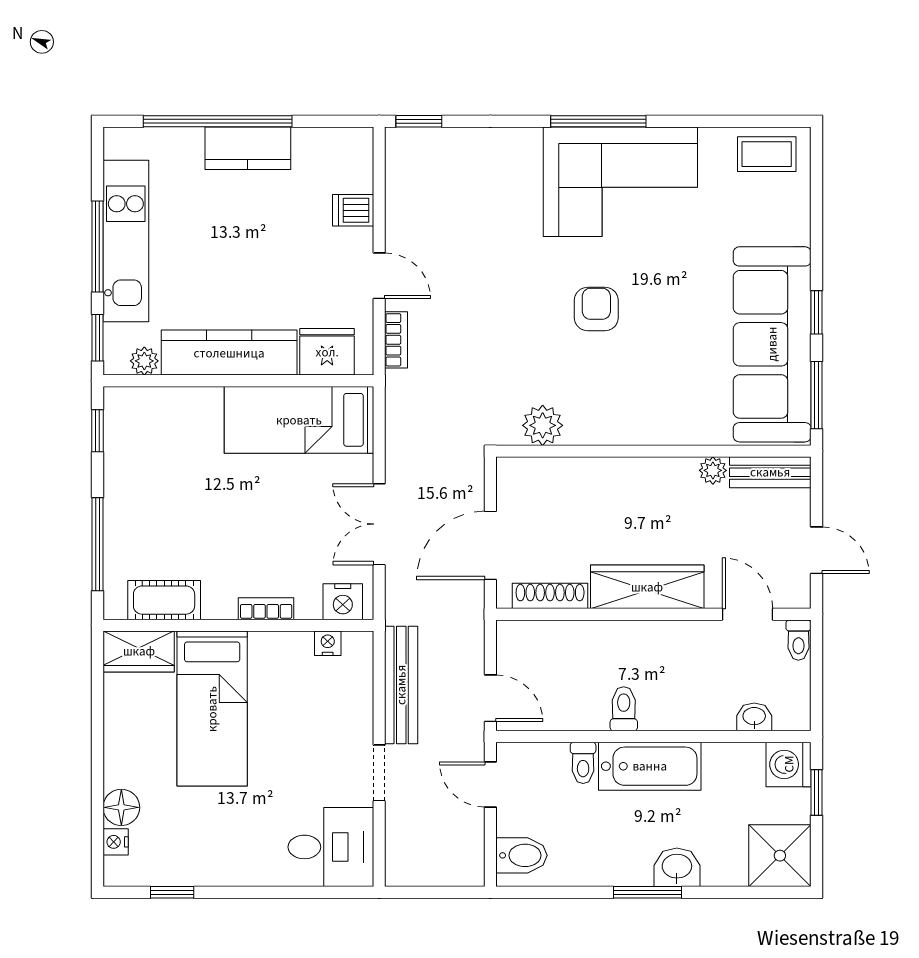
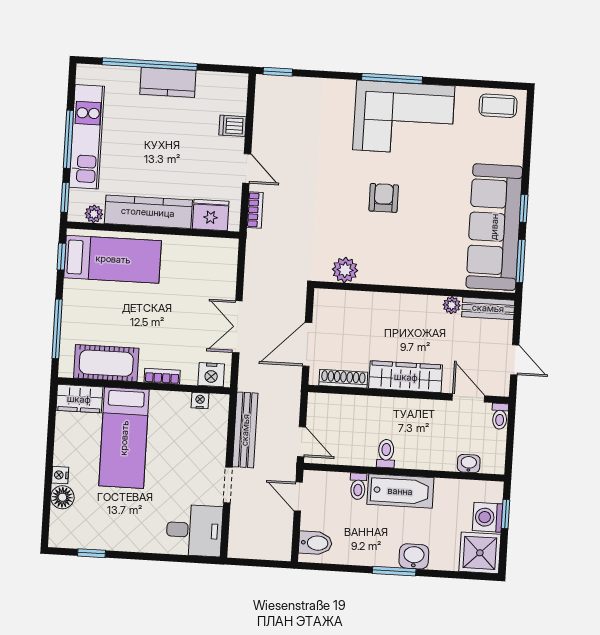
bed: (299, 420) -> (113, 259), moved, turned 180
cot: (164, 600) -> (106, 363), width x1.37, depth x1.34
washing machine: (789, 764) -> (488, 517), moved
nightstand: (116, 842) -> (60, 475), moved

